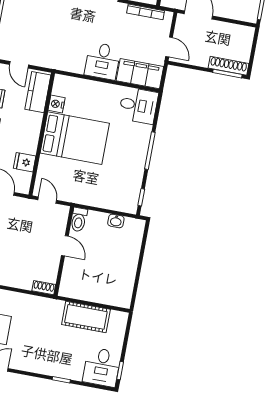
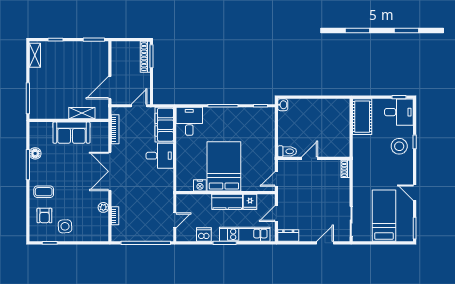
kitchen counter: (38, 92) -> (227, 202), moved
washbasin: (116, 221) -> (283, 105), moved
cot: (86, 317) -> (362, 117), moved
stool: (59, 360) -> (399, 146), added

